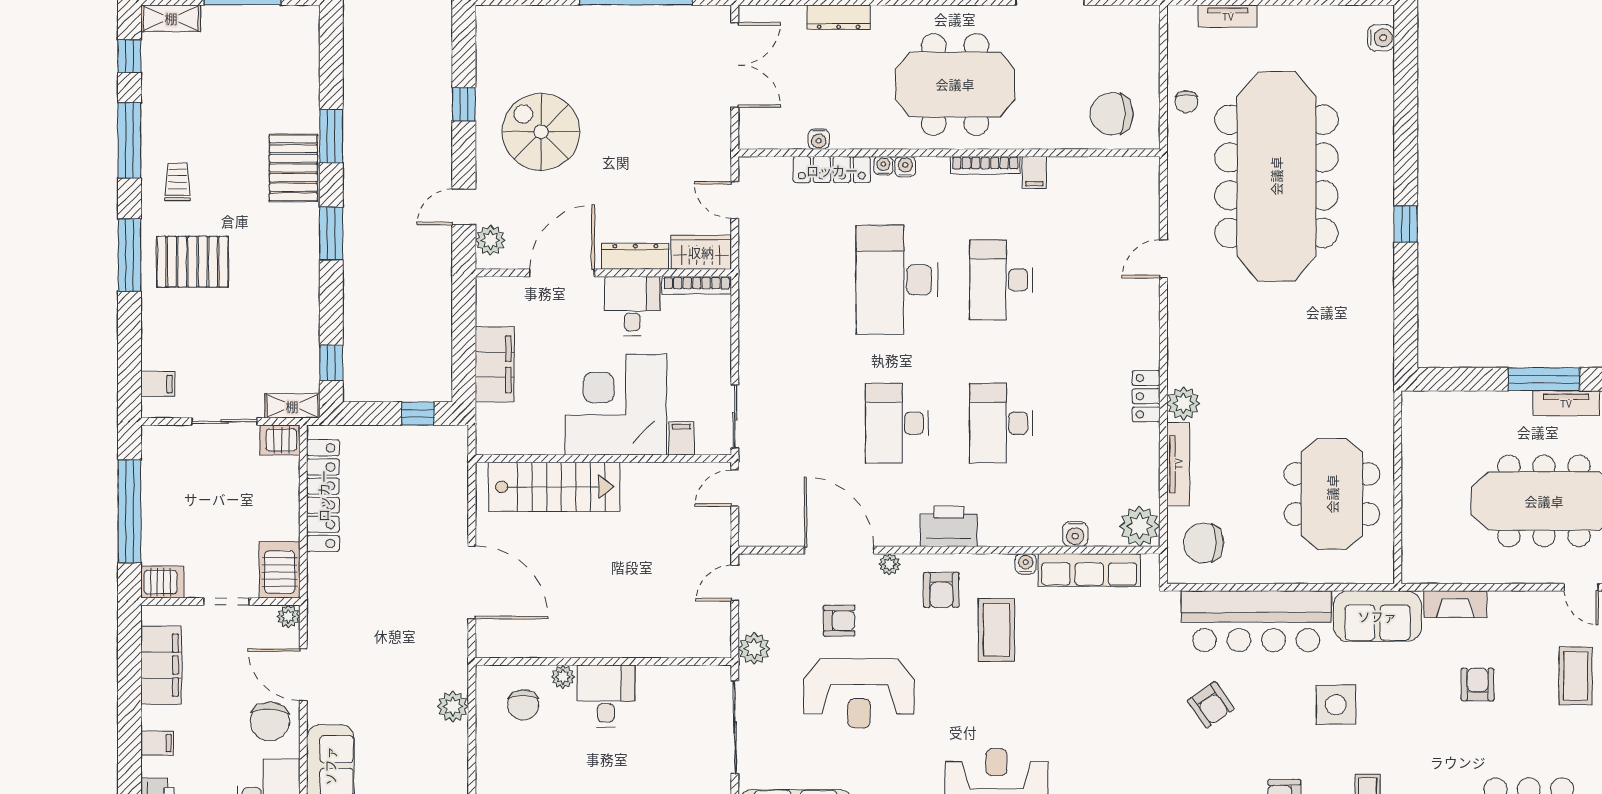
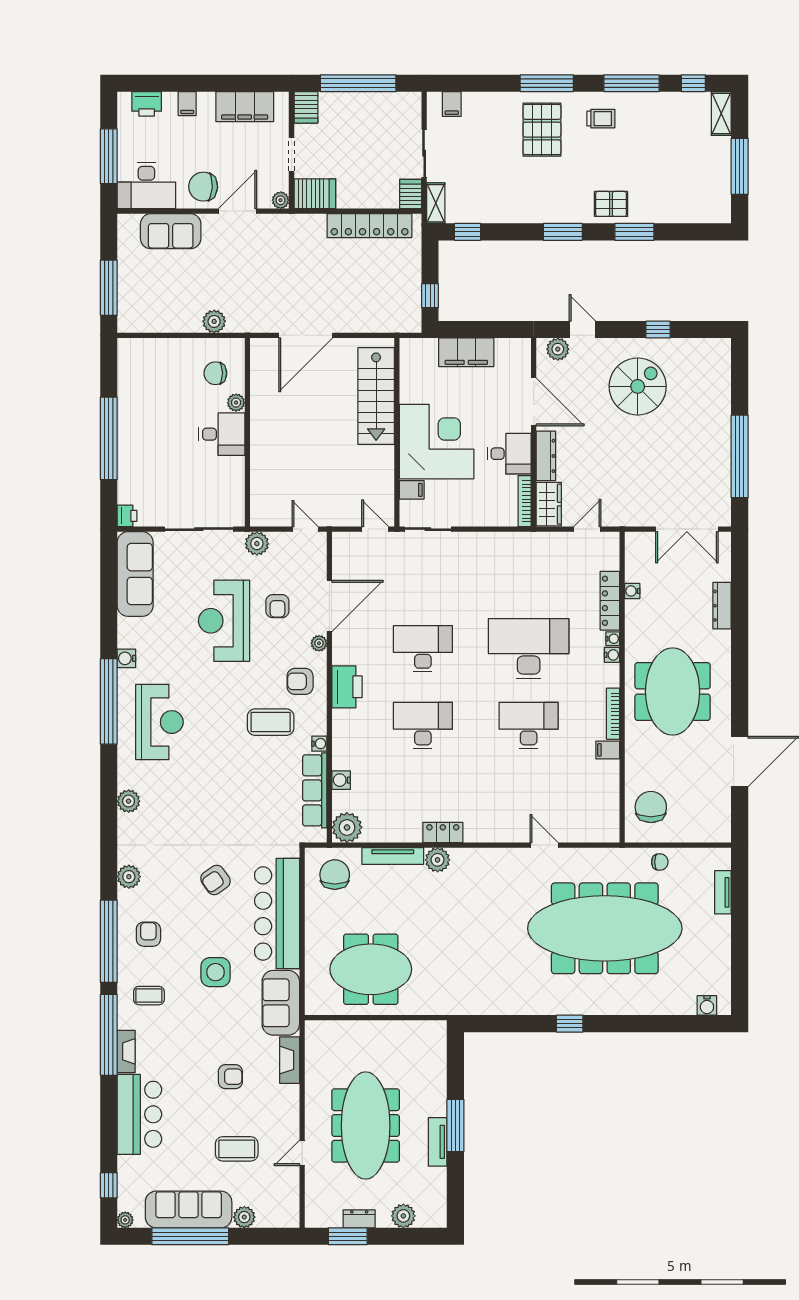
chair: (1186, 102) -> (660, 862), turned 180
pallet: (293, 168) -> (611, 204), width x0.67, depth x0.71

